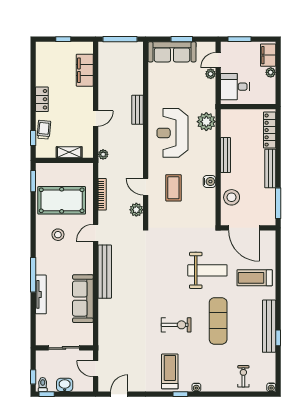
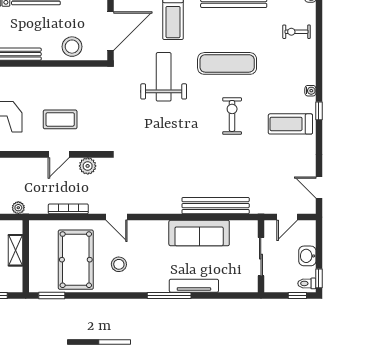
water cooler: (209, 182) -> (52, 74), removed
bench: (105, 272) -> (216, 206), moved

